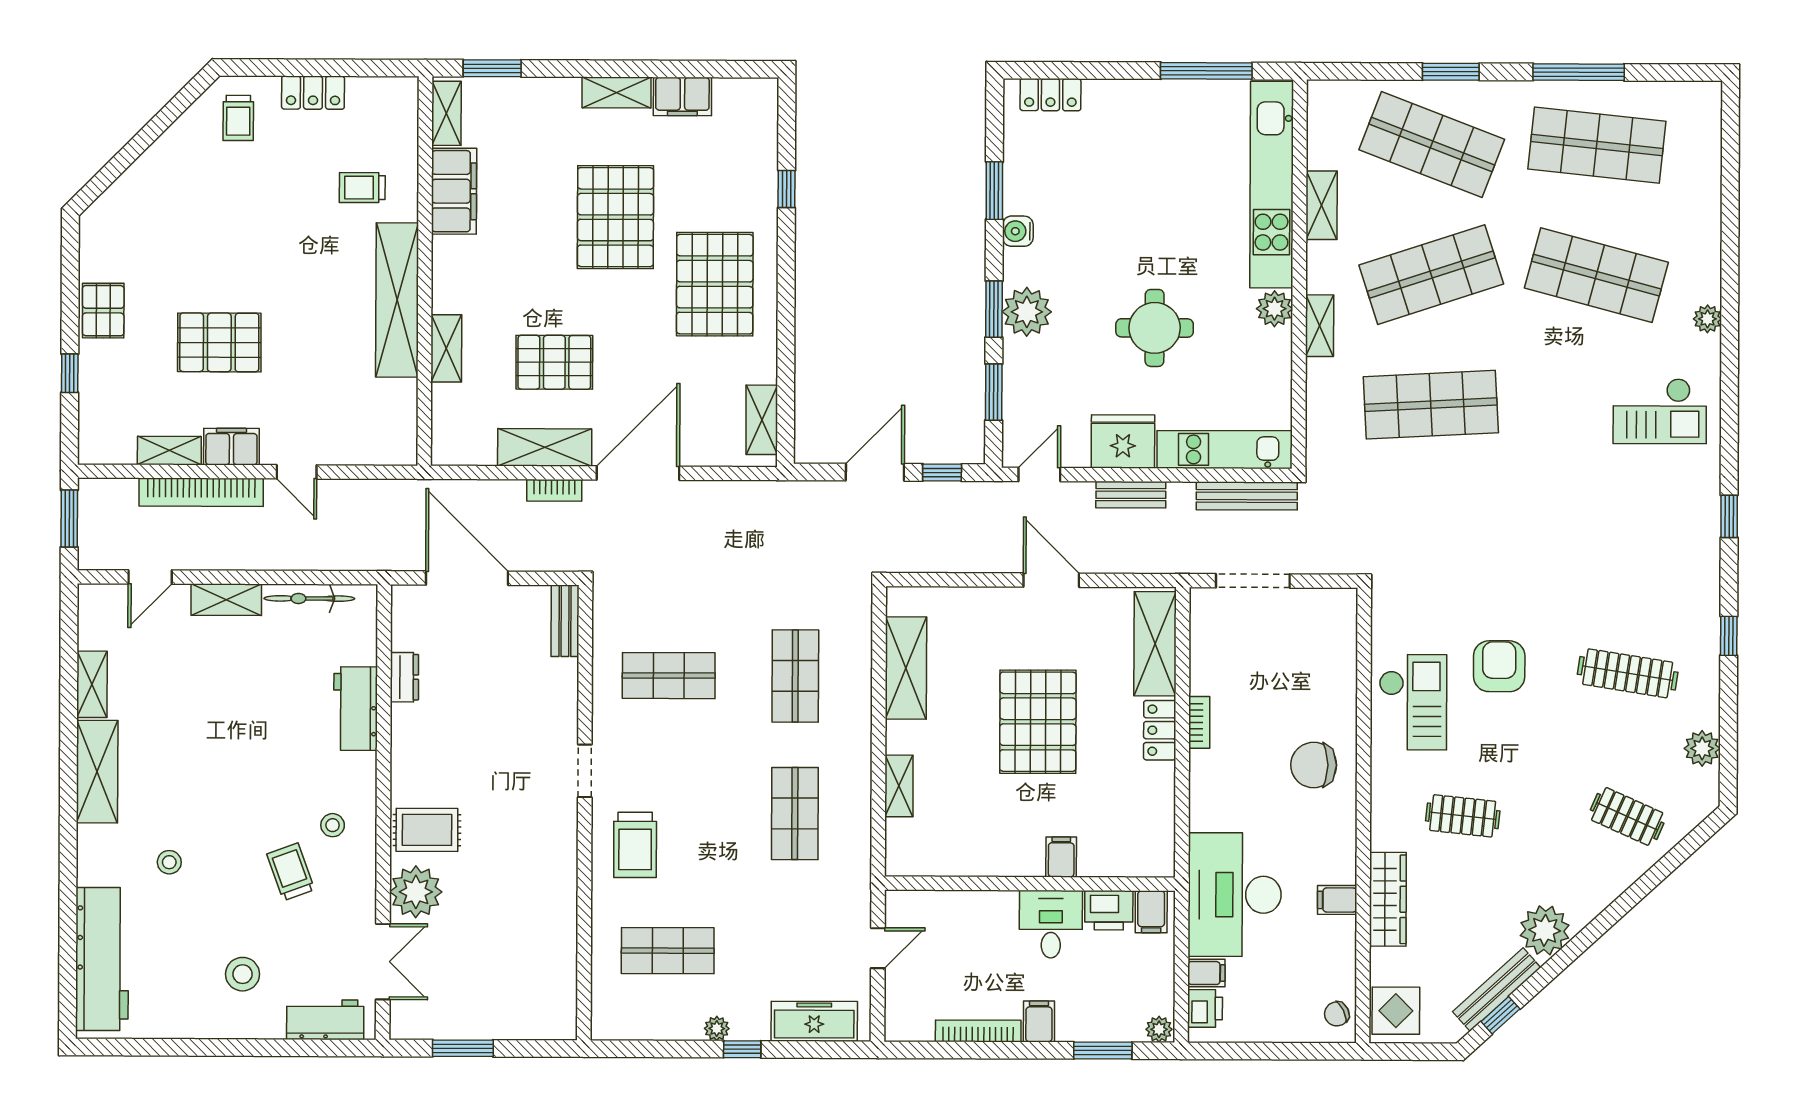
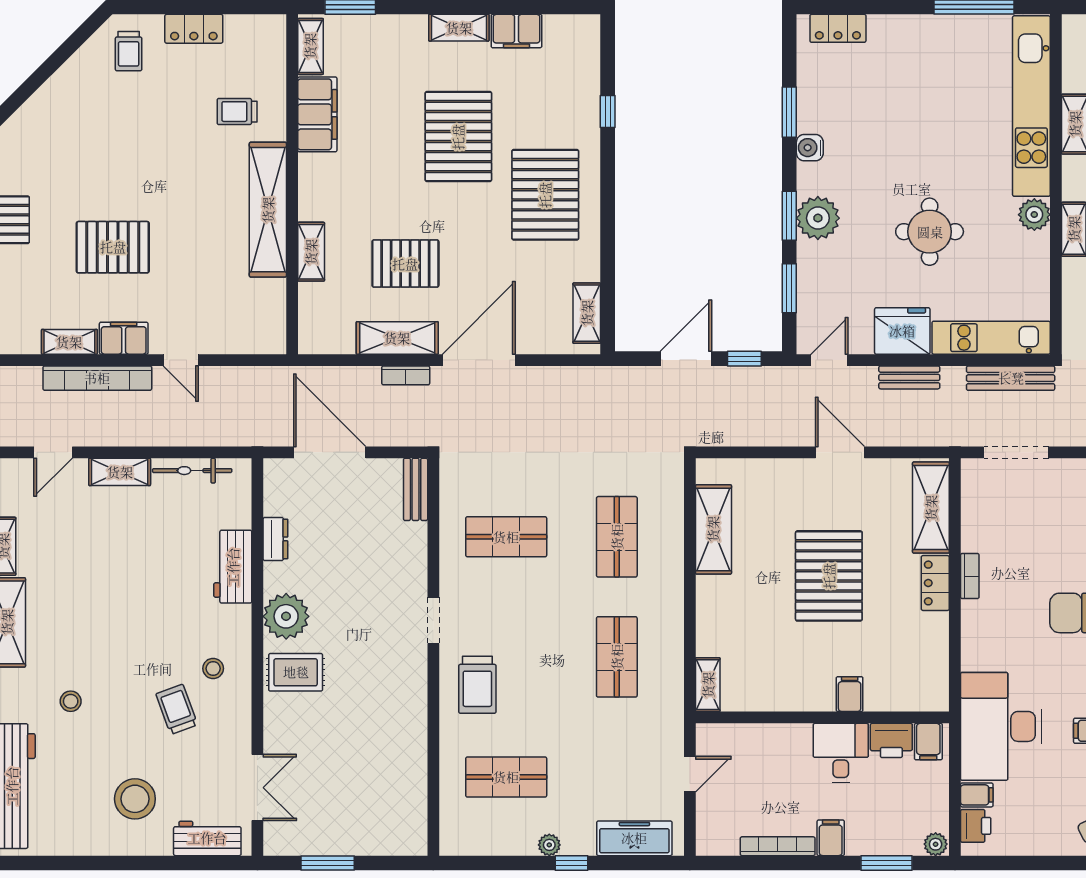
shelving: (899, 786) -> (708, 685), moved
plant: (416, 892) -> (286, 616), moved
stool: (243, 974) -> (135, 799), width x1.38, depth x1.38

